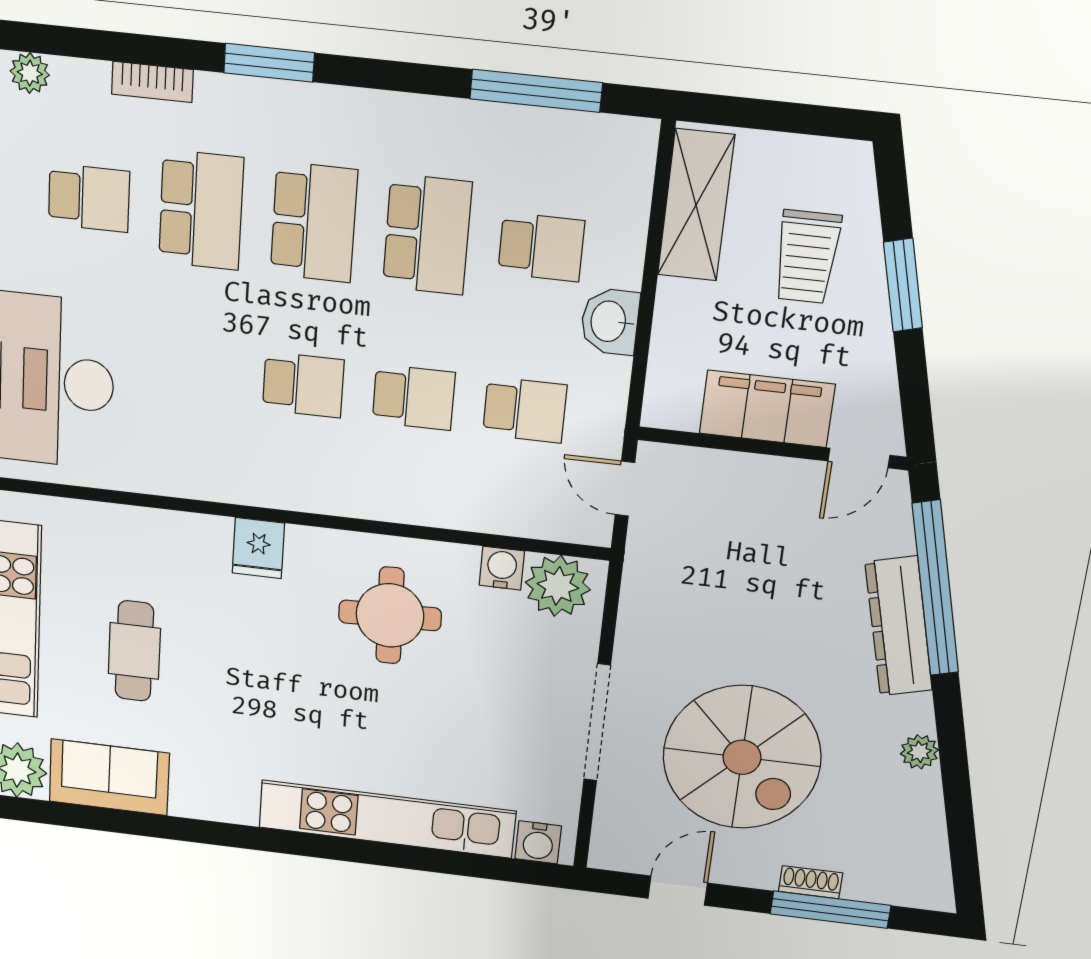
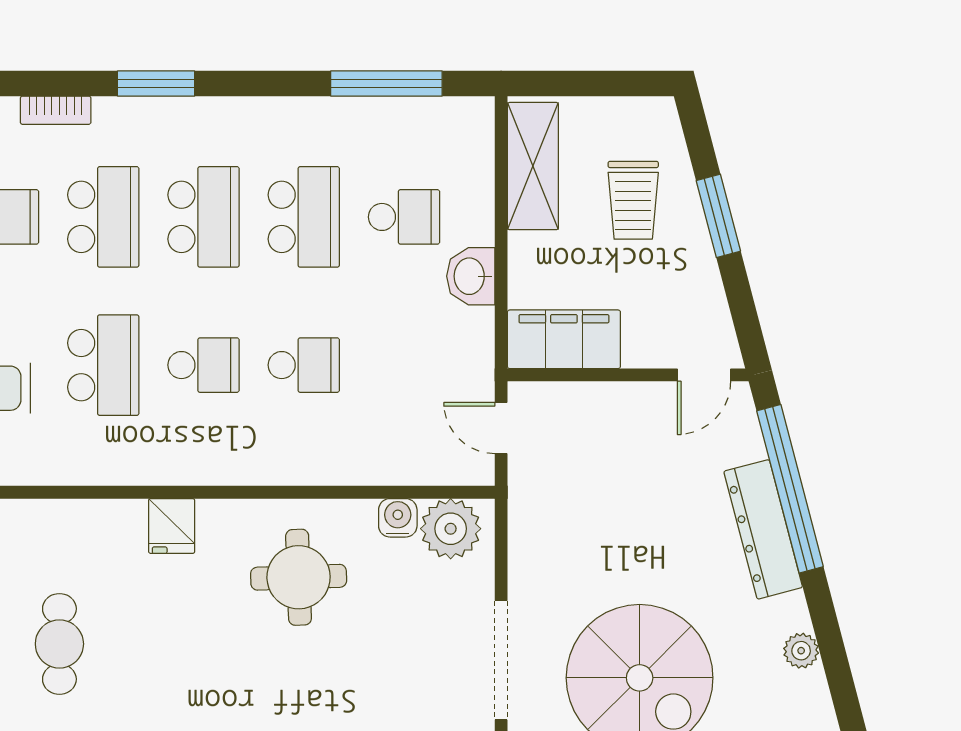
filing cabinet: (767, 409) -> (564, 339), moved
school desk: (525, 410) -> (103, 365), moved, width x1.85

